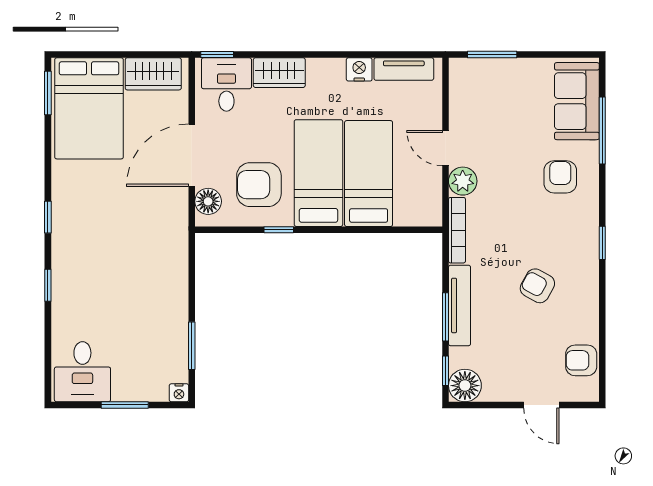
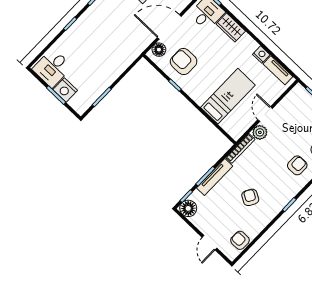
bed: (318, 173) -> (210, 78), removed
nightstand: (179, 393) -> (65, 90), moved, width x1.89, depth x1.79

